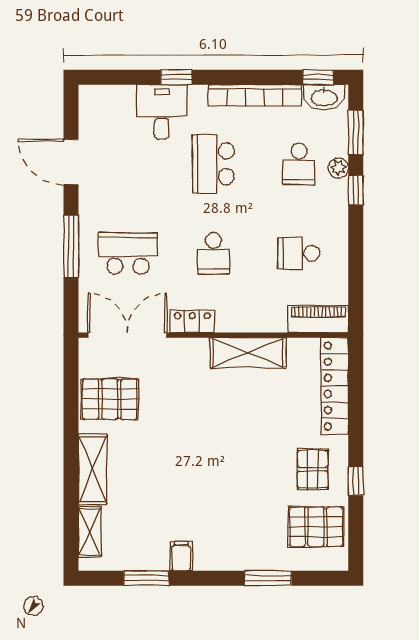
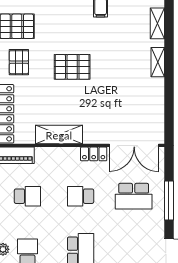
school desk: (213, 253) -> (81, 196), turned -90
pallet: (110, 399) -> (72, 67), moved
shelving: (93, 469) -> (158, 62), width x0.67, depth x0.75

